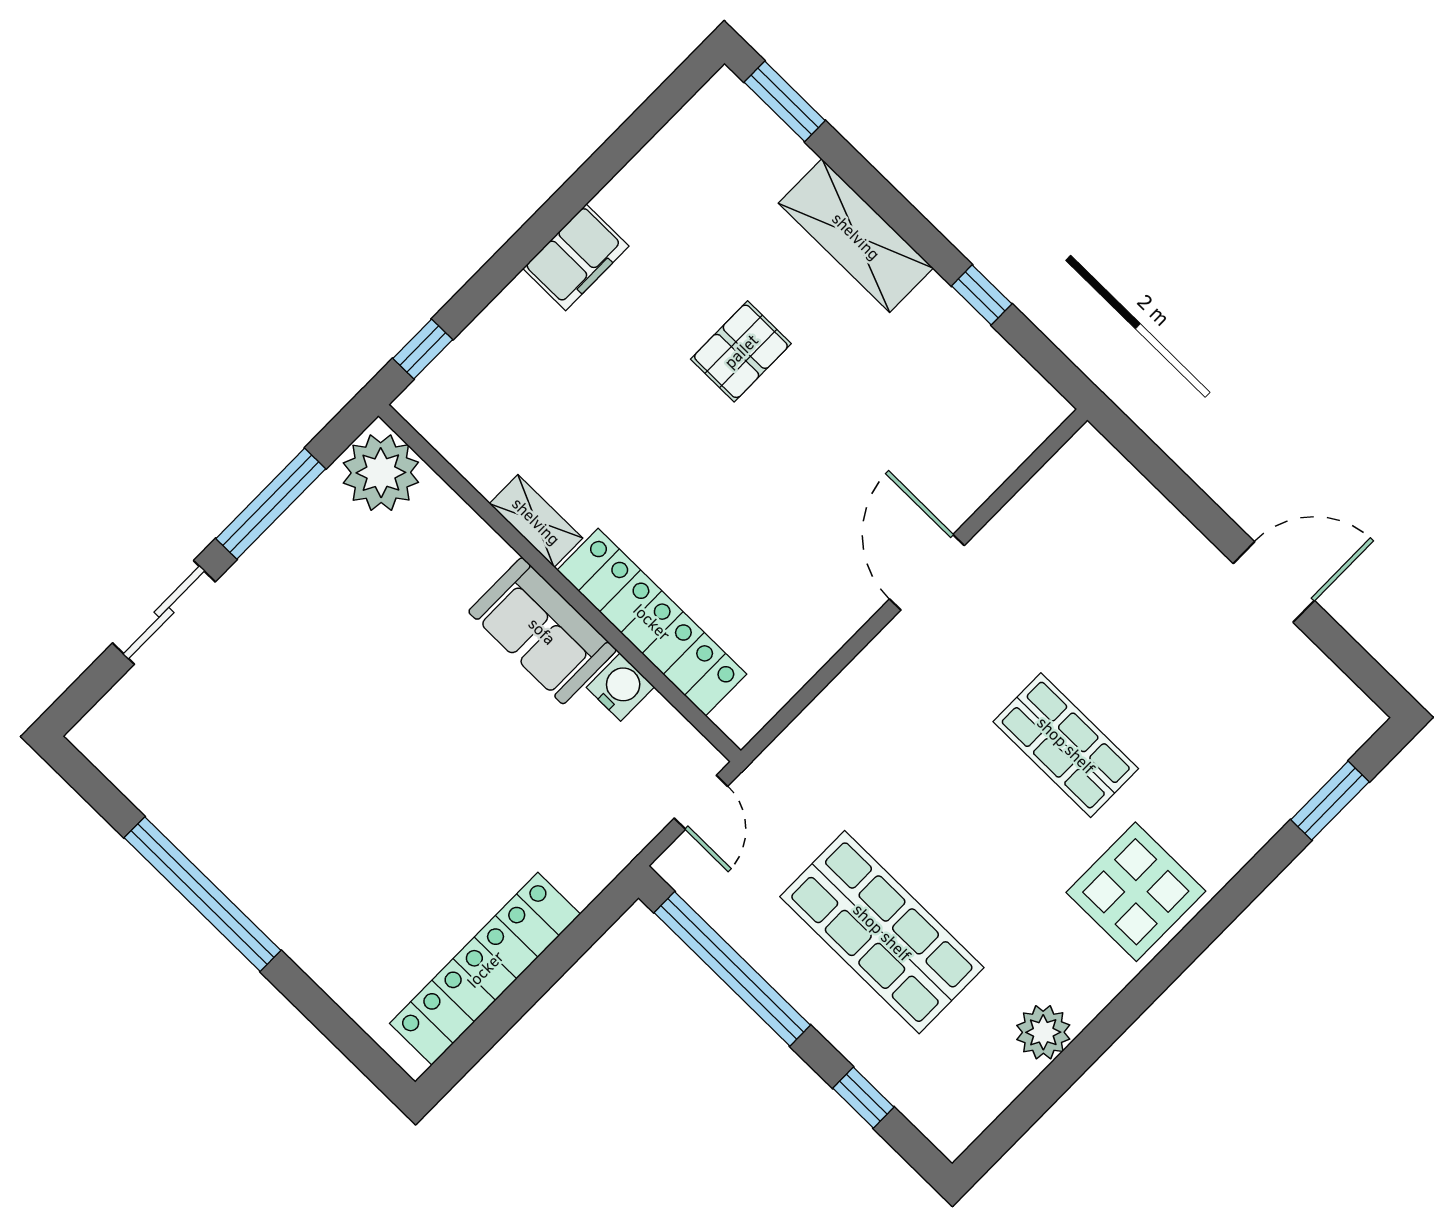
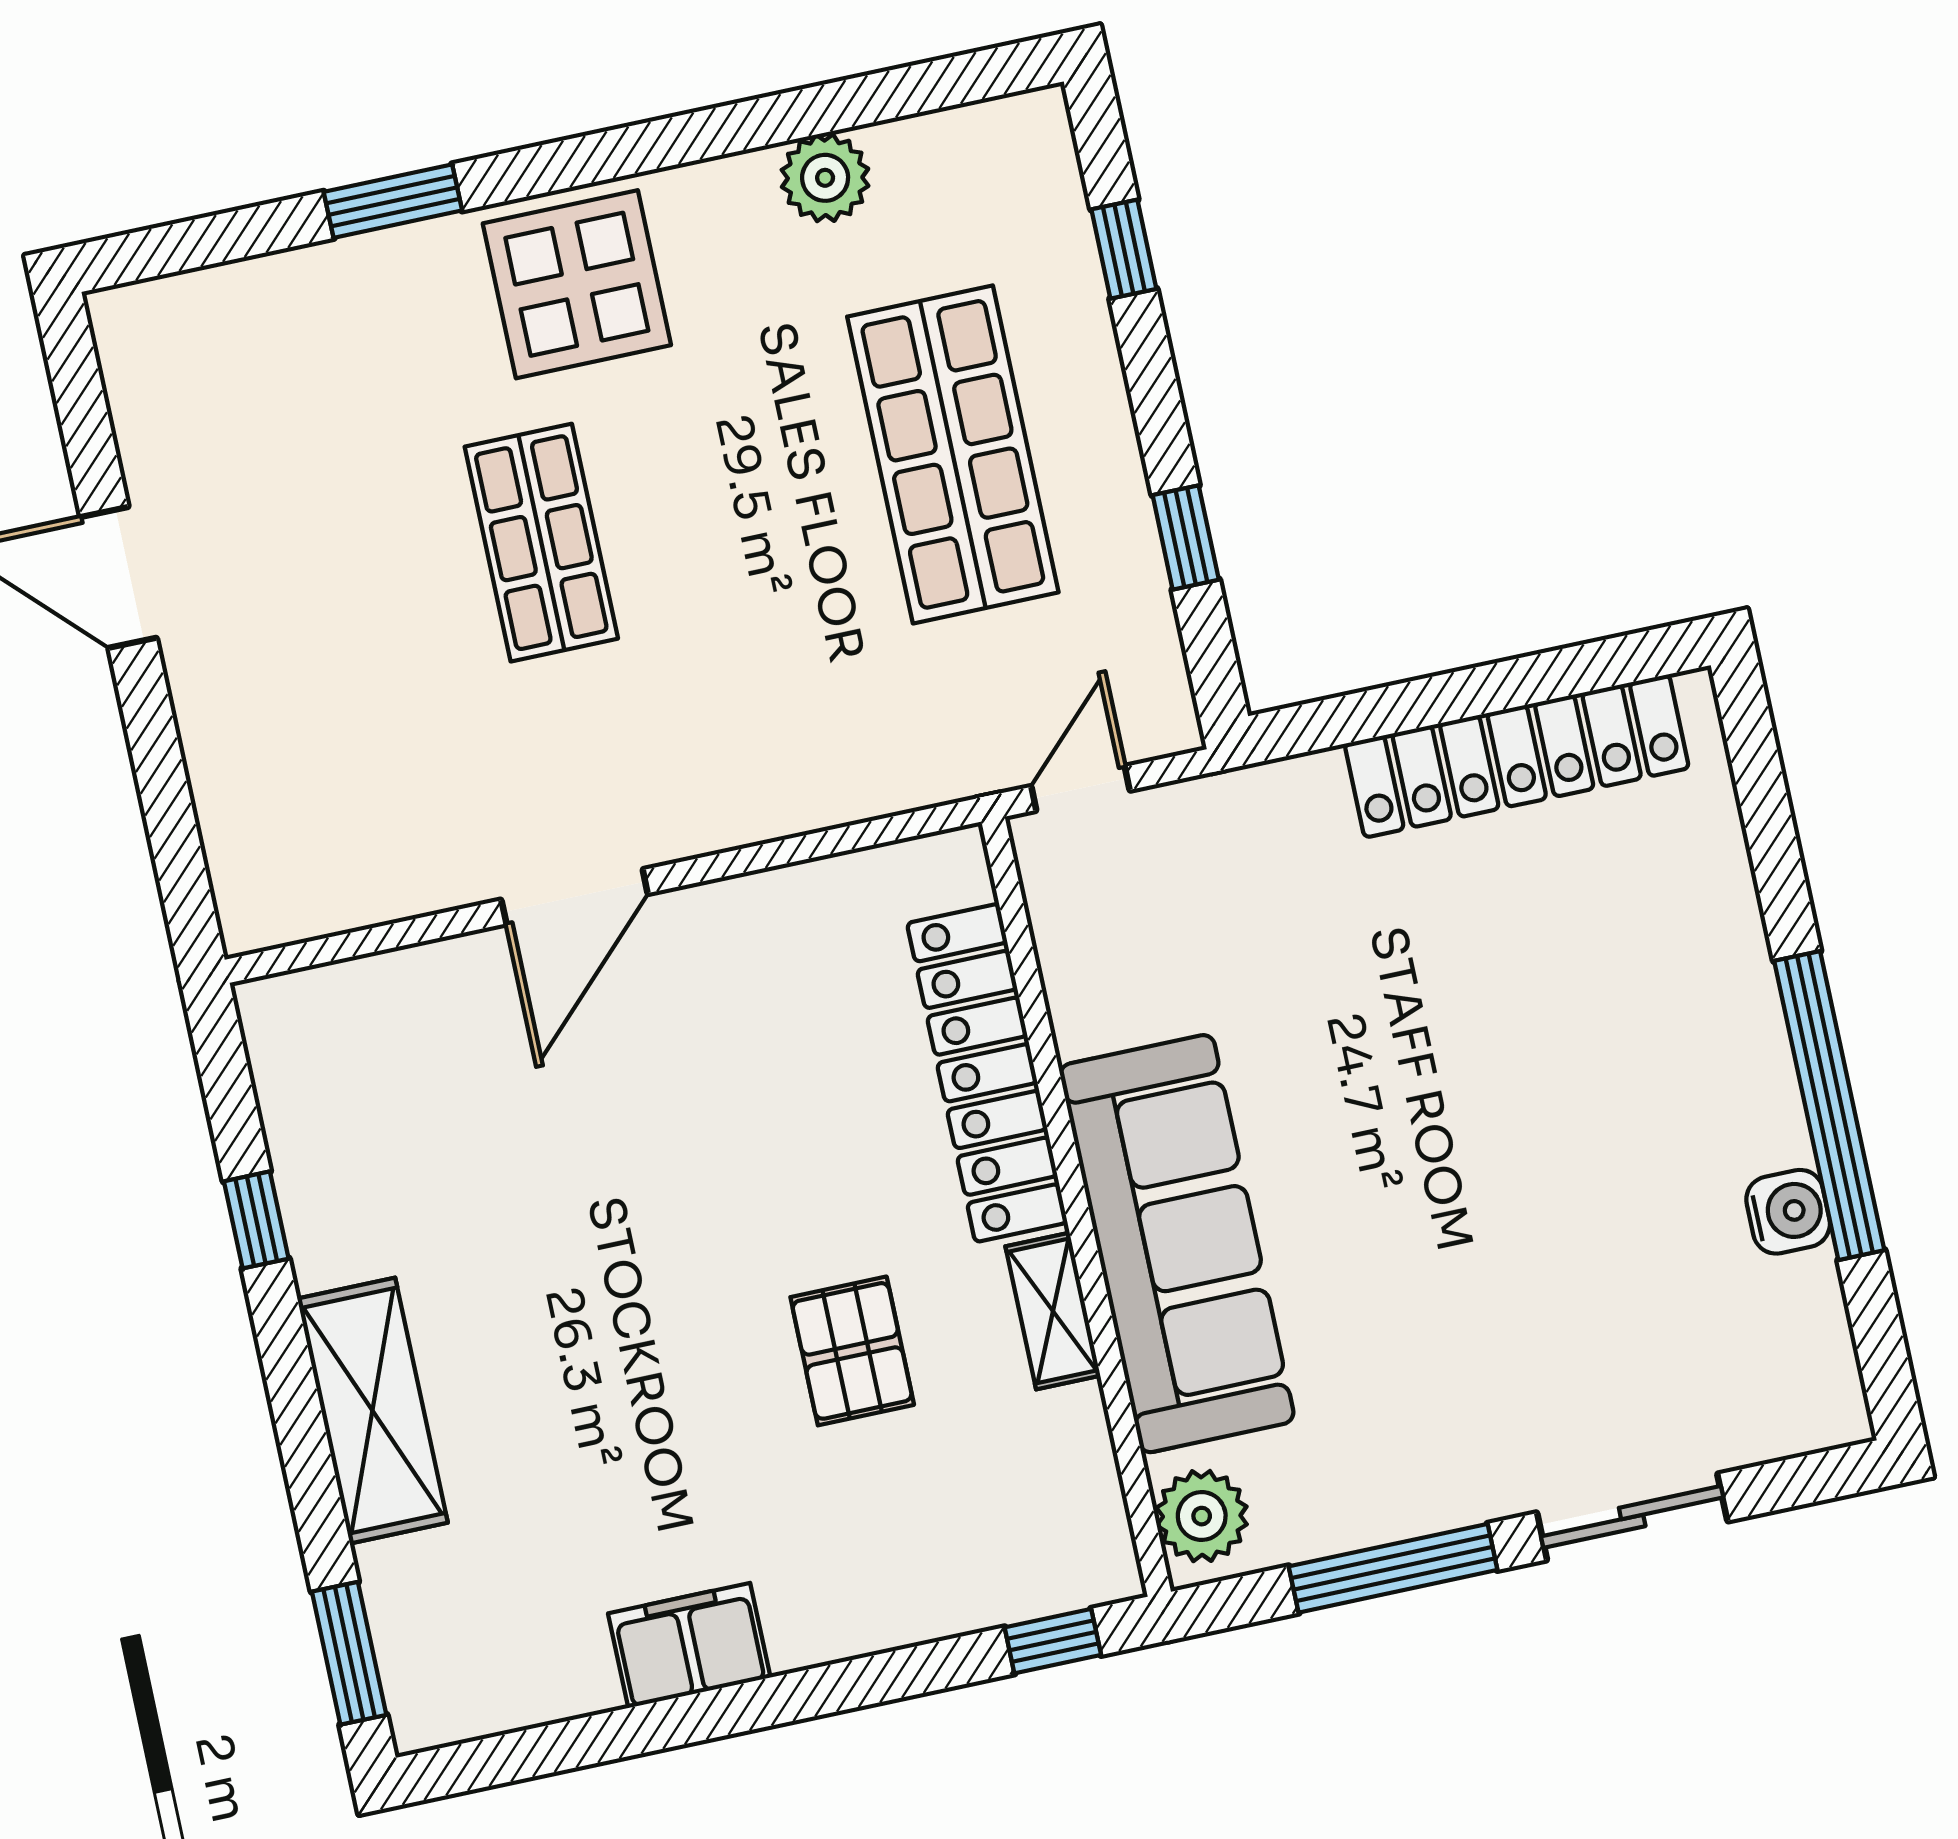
filing cabinet: (576, 257) -> (689, 1645), moved
pallet: (741, 351) -> (852, 1351), moved, turned 90
plant: (381, 473) -> (1202, 1516), width x0.73, depth x0.73
sofa: (542, 631) -> (1177, 1244), width x1.85, depth x1.27
water cooler: (620, 687) -> (1788, 1212), moved, turned 180
window: (1330, 801) -> (393, 201), moved
window: (732, 969) -> (1186, 537), width x0.32

